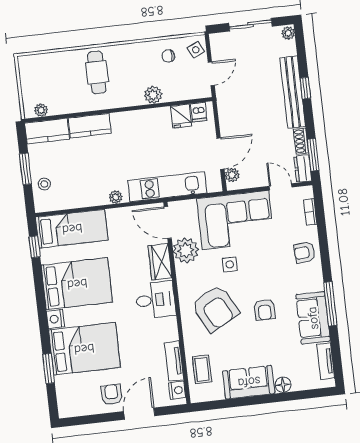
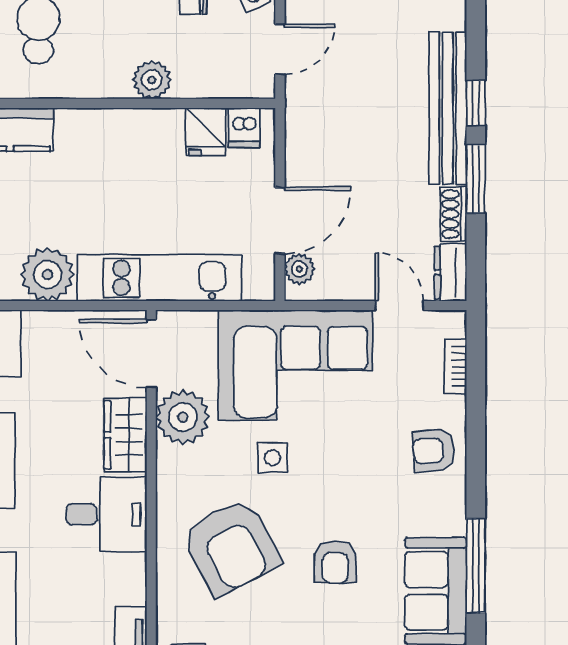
window: (313, 155) -> (476, 179), moved
plant: (116, 197) -> (47, 275), width x1.88, depth x1.88

